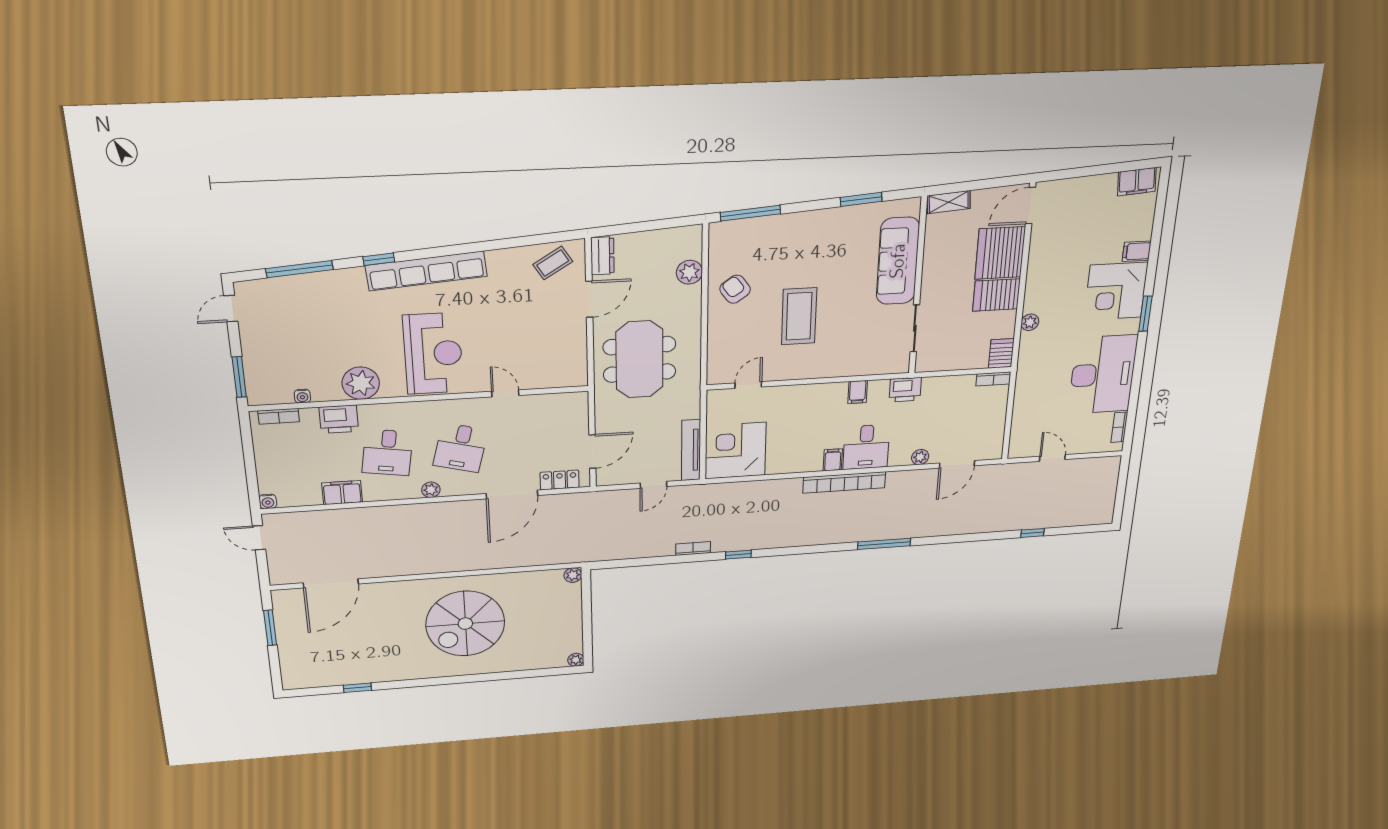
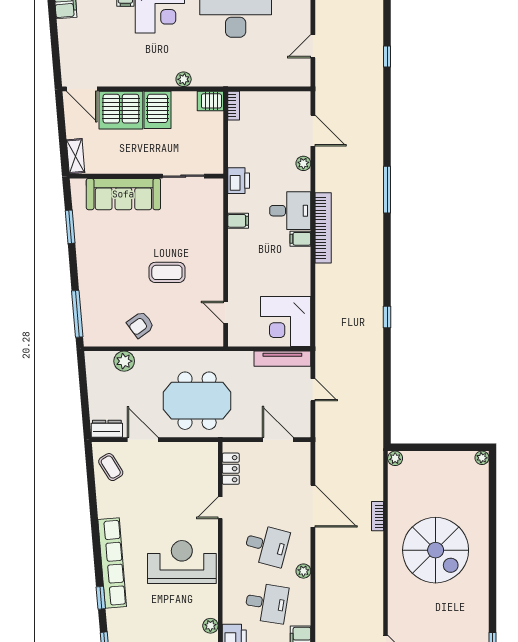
coffee table: (799, 316) -> (167, 272), width x0.73, depth x0.76
plant: (361, 383) -> (210, 626), width x0.53, depth x0.53
locker: (560, 480) -> (231, 469), moved, turned 180
bookcase: (693, 548) -> (377, 516), moved

